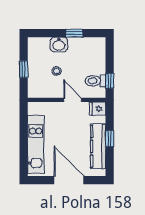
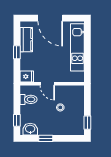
washbasin: (59, 44) -> (30, 129), moved
window: (24, 69) -> (87, 123), moved
window: (110, 81) -> (17, 120), moved
kitchen counter: (98, 146) -> (26, 40), width x0.67

